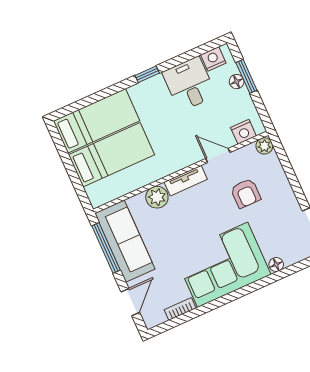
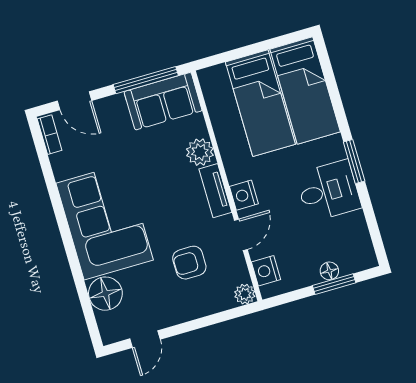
nightstand: (213, 59) -> (244, 195), moved, turned 180
window: (147, 74) -> (354, 161), width x1.50
desk: (189, 84) -> (328, 191), moved
sofa: (125, 241) -> (163, 101), width x0.73
floor lamp: (276, 265) -> (105, 294), width x1.89, depth x1.89
bookcase: (180, 309) -> (50, 135), moved

